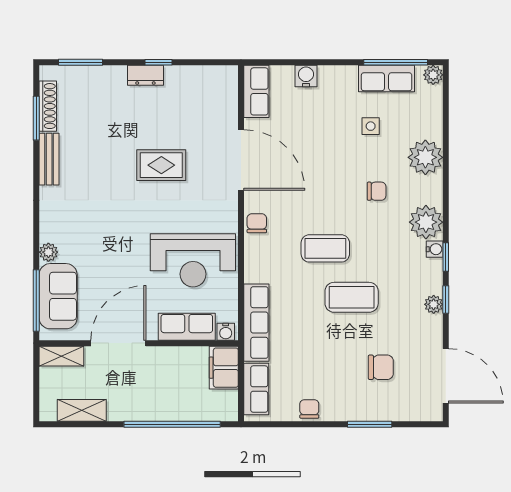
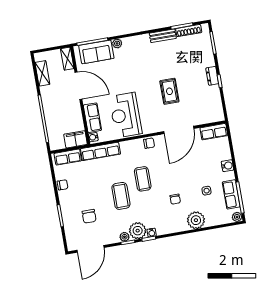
water cooler: (306, 76) -> (227, 166), moved
plant: (426, 222) -> (138, 231), moved

